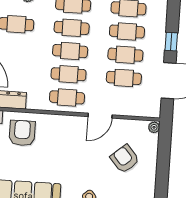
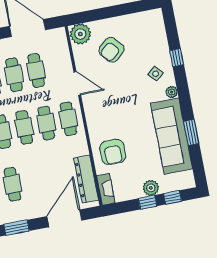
plant: (154, 127) -> (80, 34), width x1.88, depth x1.88
armchair: (22, 133) -> (113, 152), turned -90

